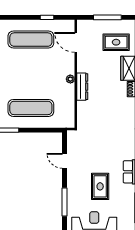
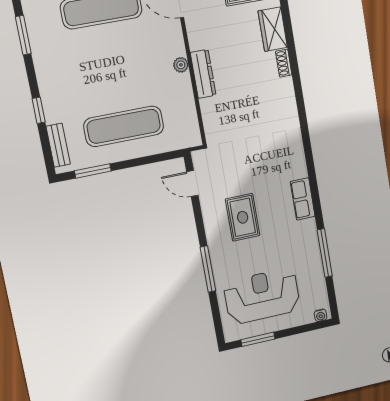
door: (64, 161) -> (192, 184), moved
rug: (100, 186) -> (243, 217), moved

